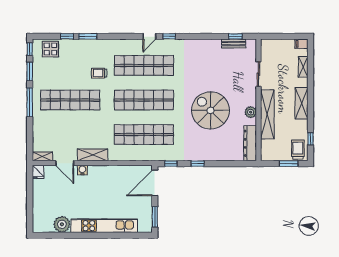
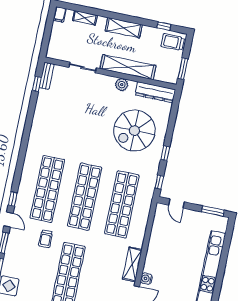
door: (149, 36) -> (8, 220), moved
window: (169, 36) -> (13, 199), moved
bench: (234, 44) -> (47, 76), moved
spiral stairs: (210, 110) -> (134, 131), moved
window: (289, 164) -> (183, 69), moved
door: (155, 183) -> (176, 204), width x0.53

